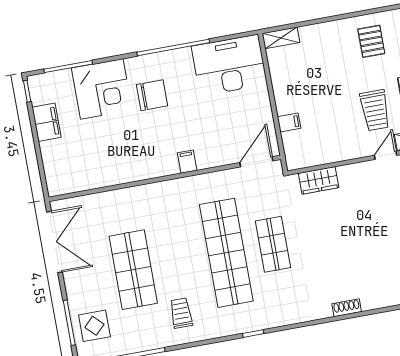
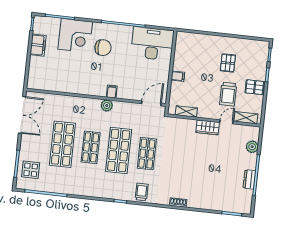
shelving: (281, 38) -> (186, 112), moved
pallet: (371, 41) -> (228, 63), moved
filing cabinet: (289, 123) -> (178, 76), moved
wardrobe: (319, 180) -> (208, 127), moved
plant: (186, 186) -> (107, 106), added
shop shelf: (226, 253) -> (119, 150), width x0.71
shop shelf: (180, 261) -> (91, 147), added
trolley: (181, 313) -> (142, 192), moved

